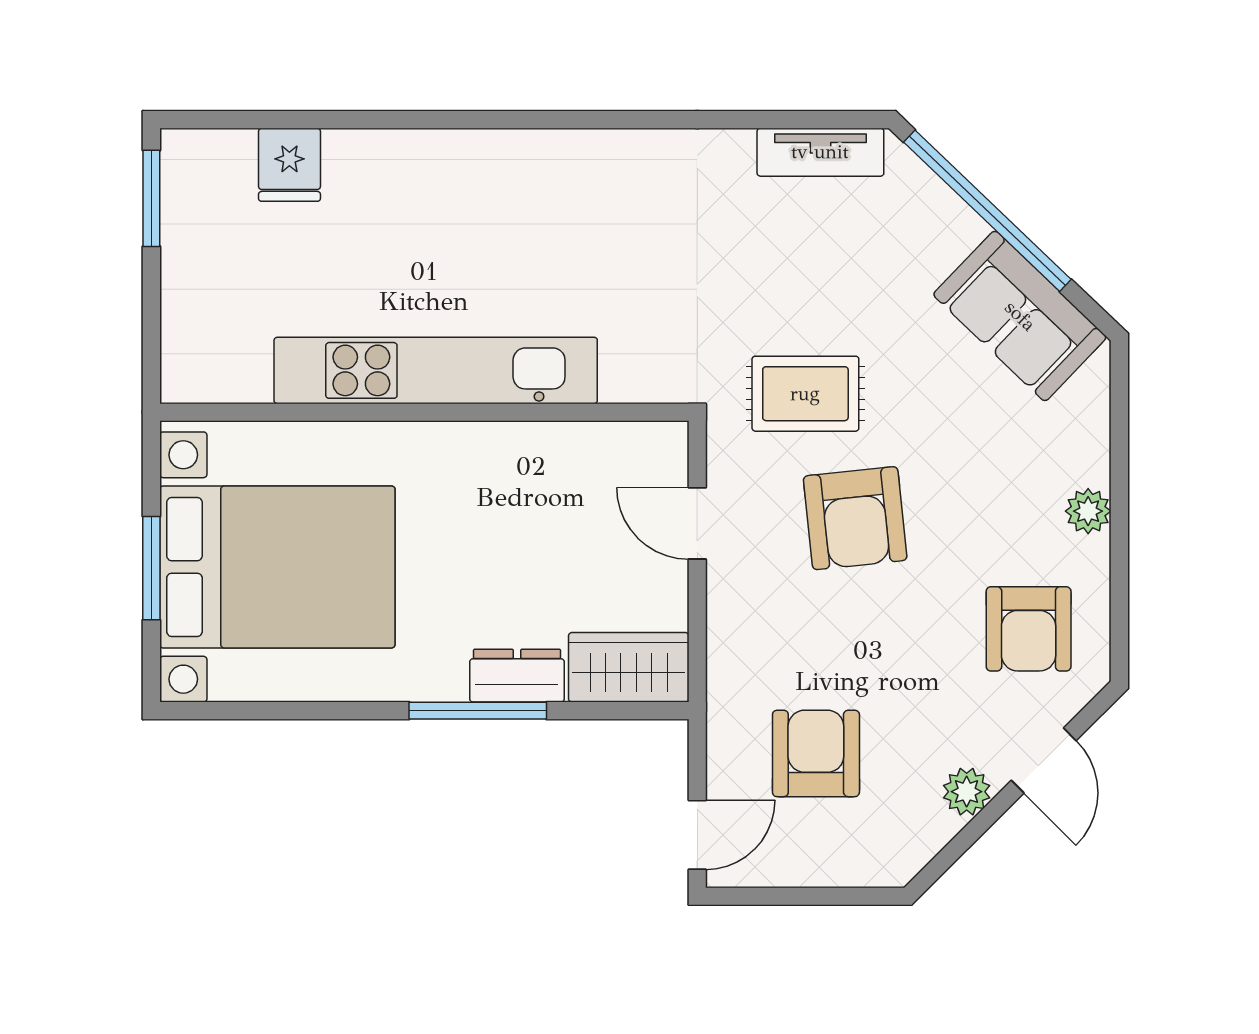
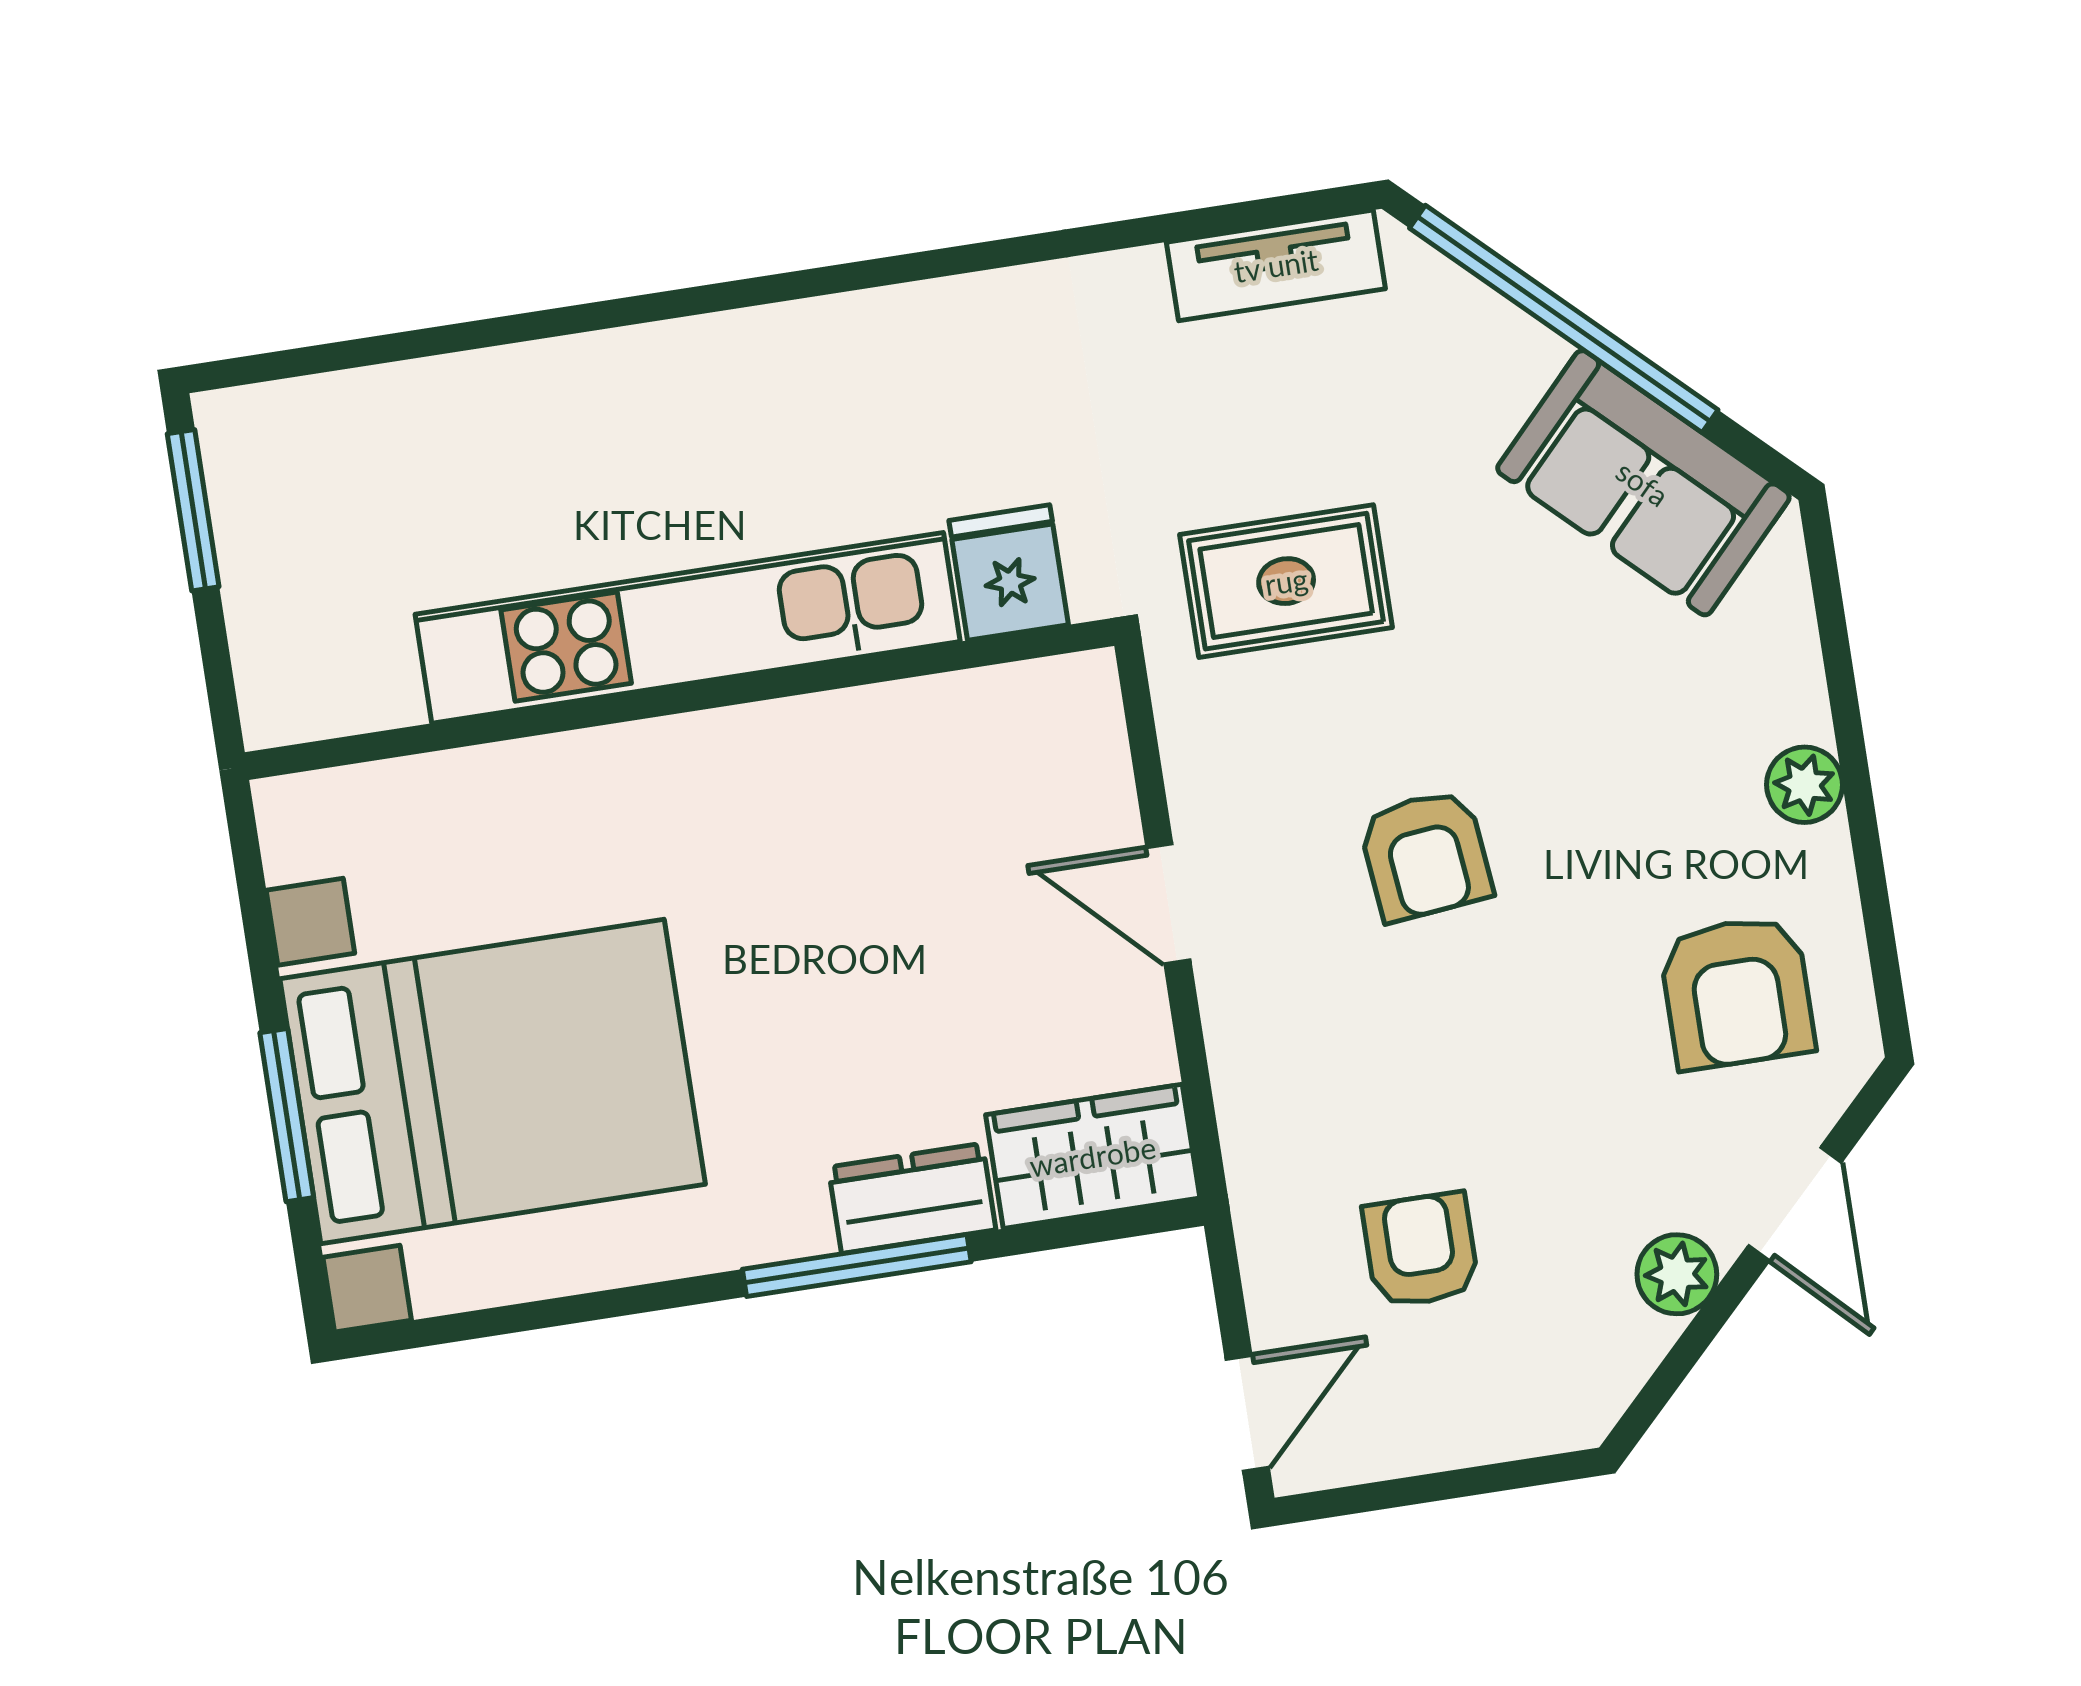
fridge: (289, 165) -> (1009, 573), moved, turned 180
kitchen unit: (436, 370) -> (688, 628), moved
rug: (805, 394) -> (1286, 581), moved
wall: (424, 412) -> (680, 699), moved
armchair: (855, 518) -> (1425, 855), width x0.72, depth x0.72
armchair: (816, 753) -> (1421, 1250), width x0.72, depth x0.72

